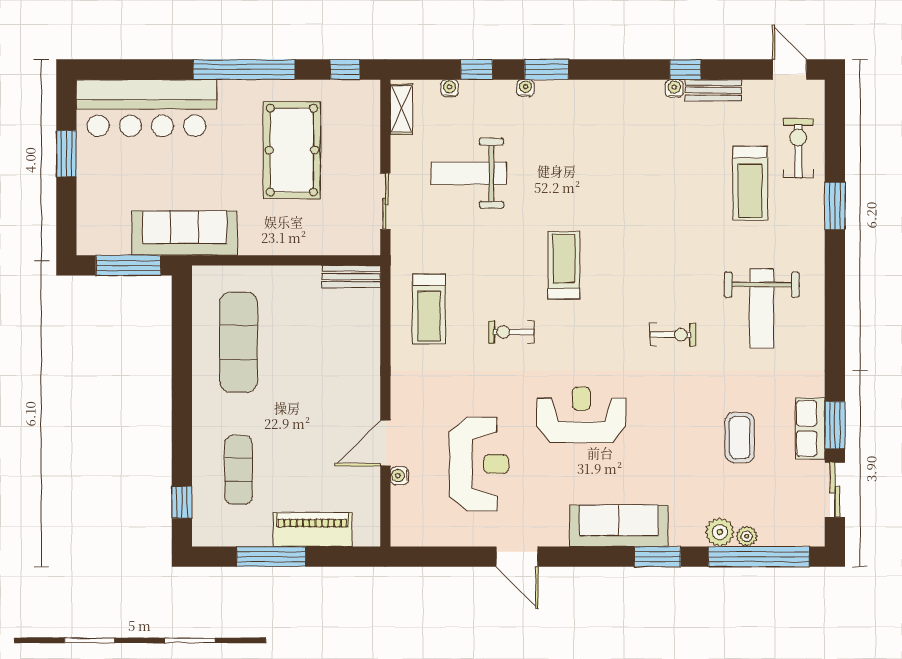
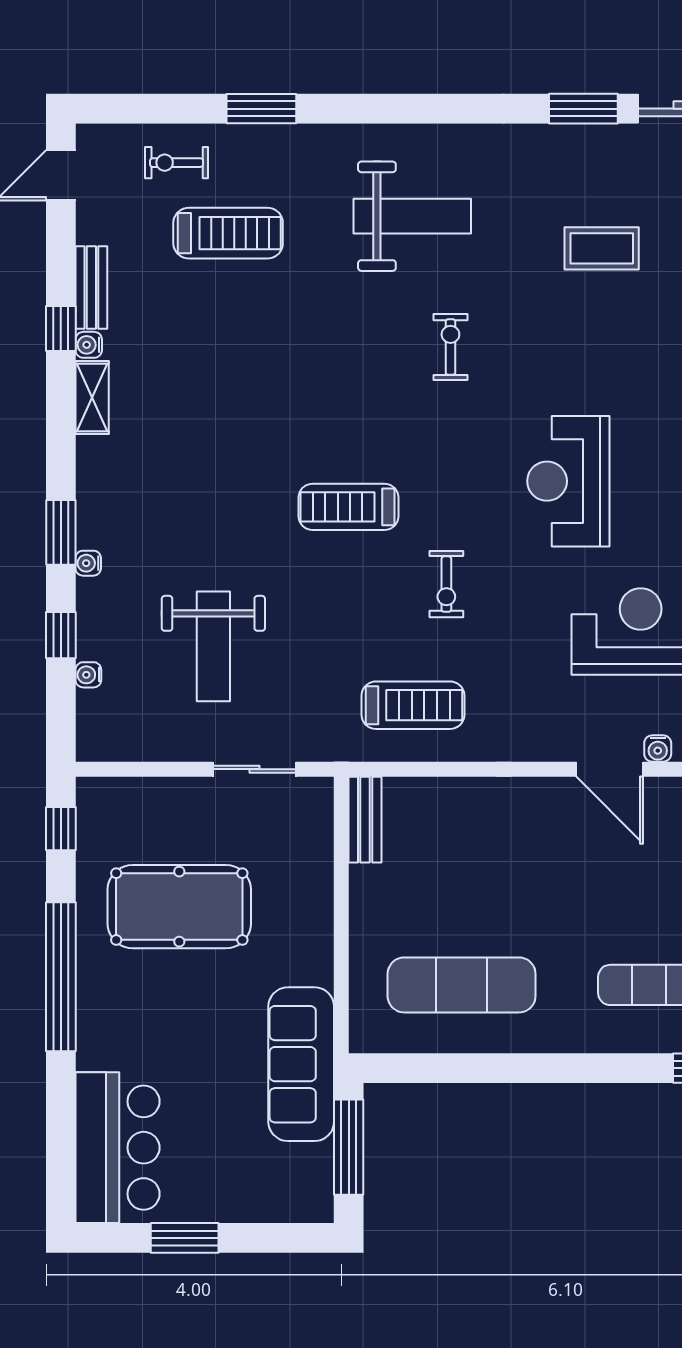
bar counter: (146, 108) -> (118, 1148), width x0.73
shelving: (402, 109) -> (92, 398), moved, turned 90
exercise bike: (798, 148) -> (177, 163), width x0.73, depth x0.72
row of seats: (810, 428) -> (588, 145), removed

